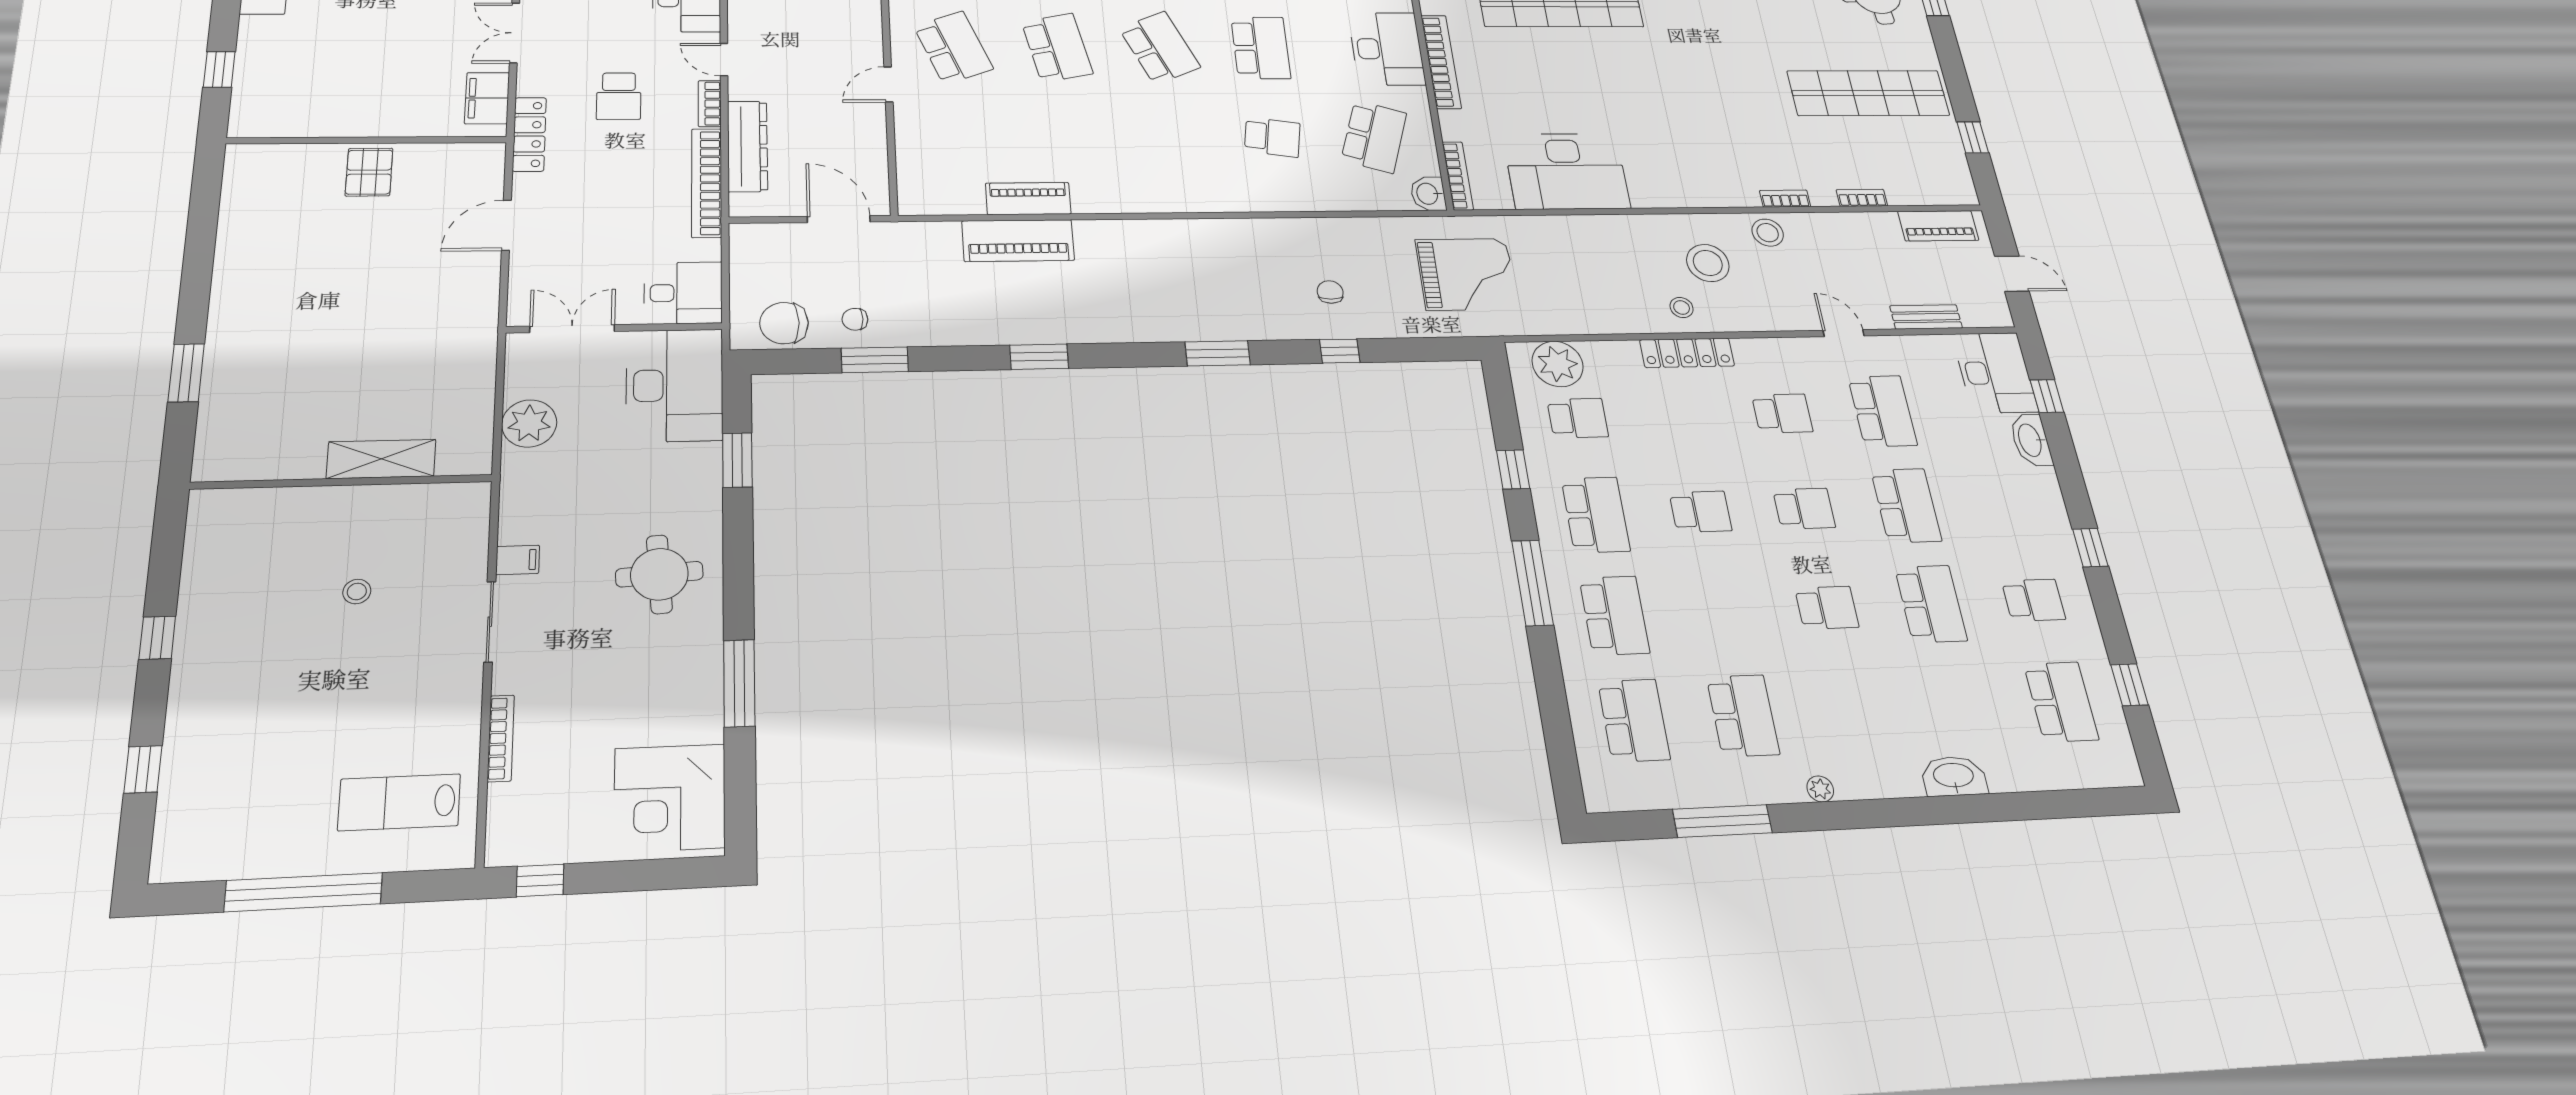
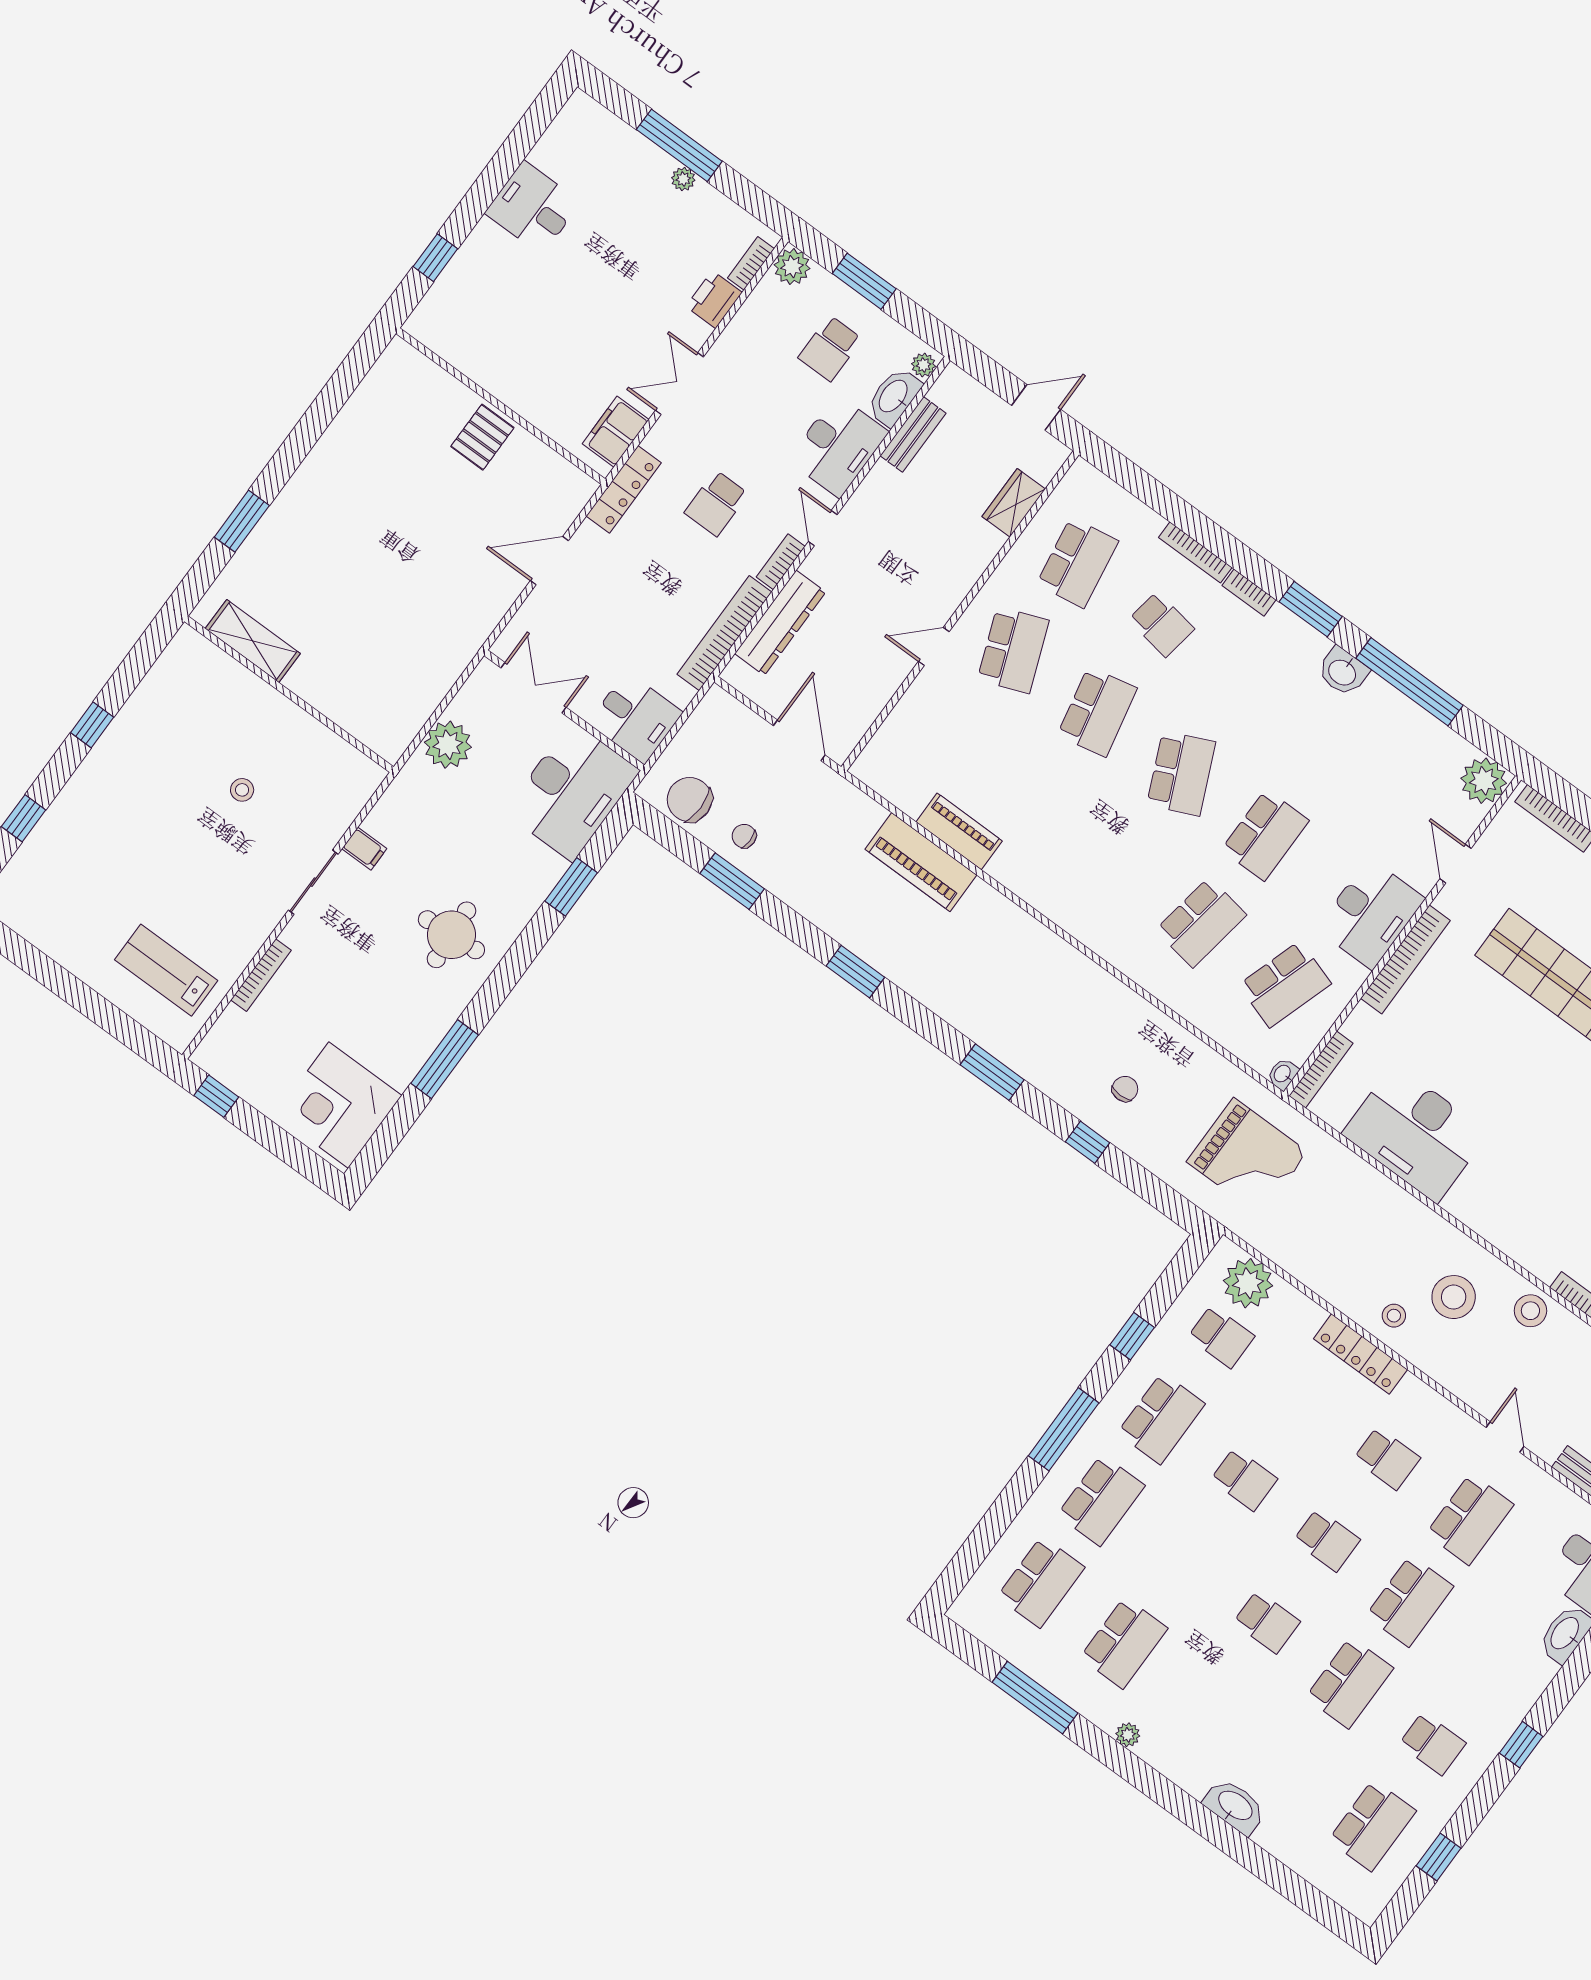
school desk: (1272, 137) -> (1201, 923), width x1.85
washbasin: (1428, 194) -> (1283, 1074), width x0.72, depth x0.69
shelving: (381, 459) -> (253, 641), moved
window: (304, 892) -> (66, 986), removed

